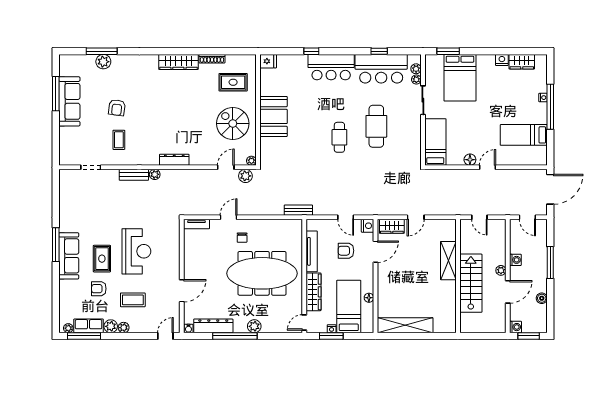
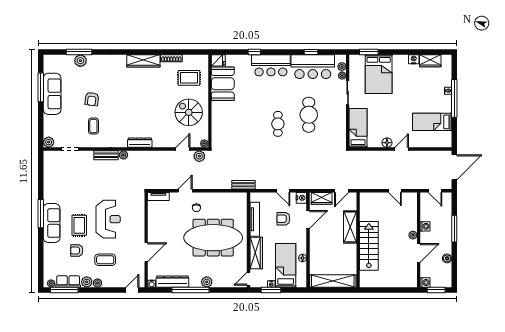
booth: (273, 116) -> (223, 84), moved
plant: (65, 159) -> (49, 142), added
shelving: (448, 261) -> (350, 227), moved
wall: (458, 276) -> (358, 240), moved
stairs: (471, 283) -> (369, 246), moved

